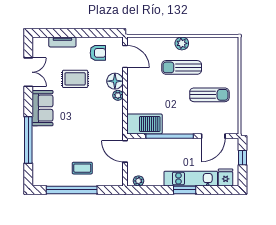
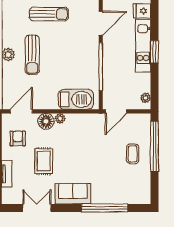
sun lounger: (209, 95) -> (49, 14), moved, turned 90
barbecue: (144, 124) -> (76, 99), moved, turned 90
door: (213, 136) -> (101, 23), hinge flipped
window: (72, 190) -> (154, 146), moved

